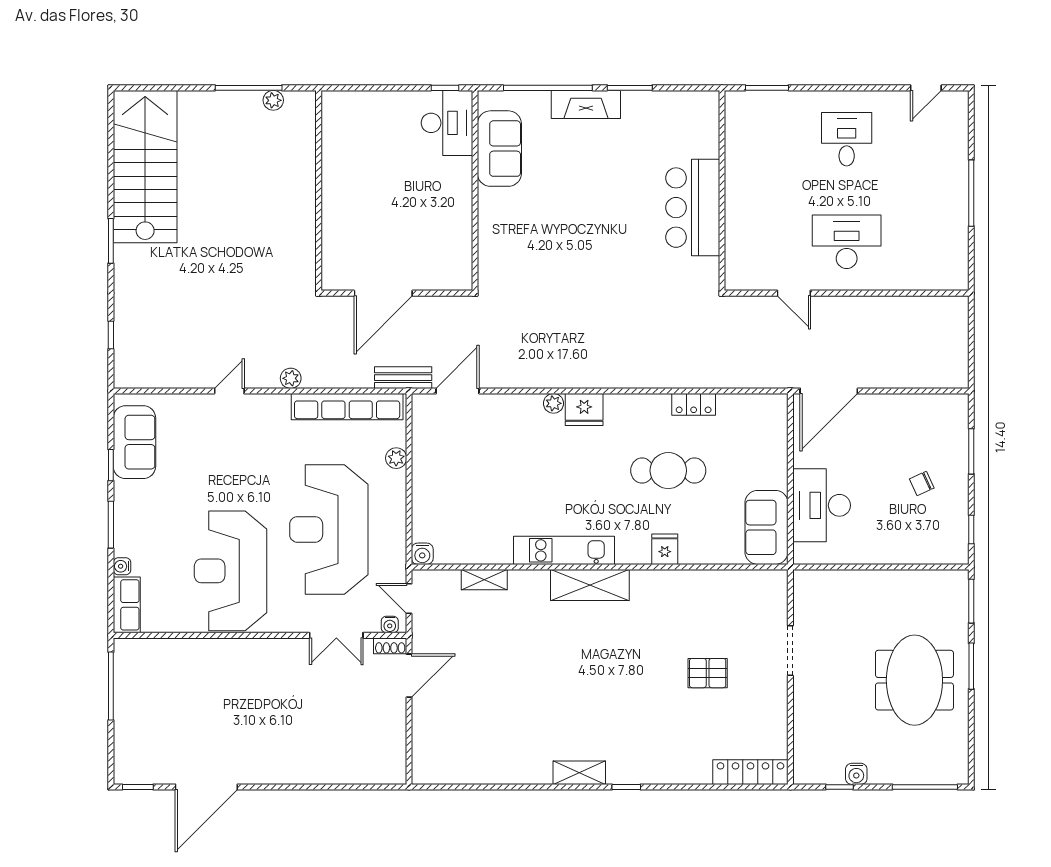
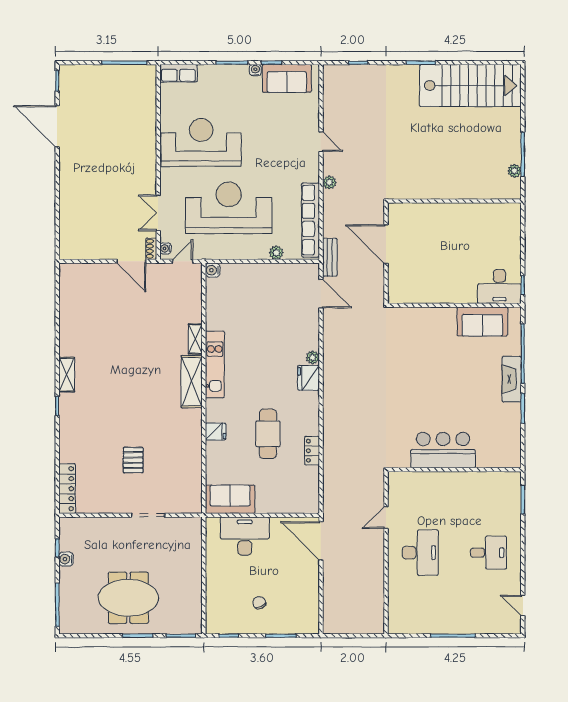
water cooler: (122, 566) -> (255, 70), moved
shelving: (484, 580) -> (195, 339), moved

